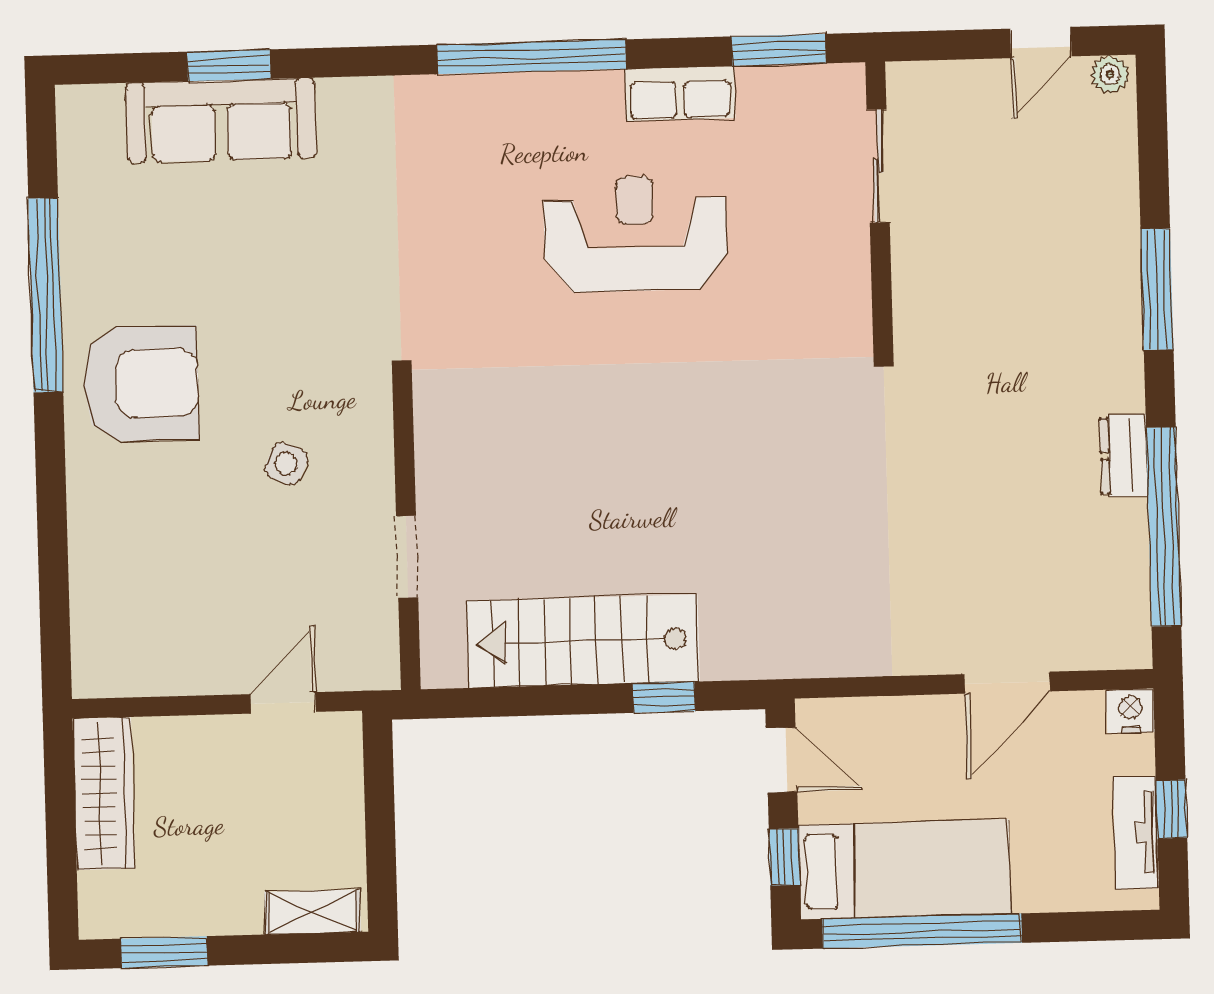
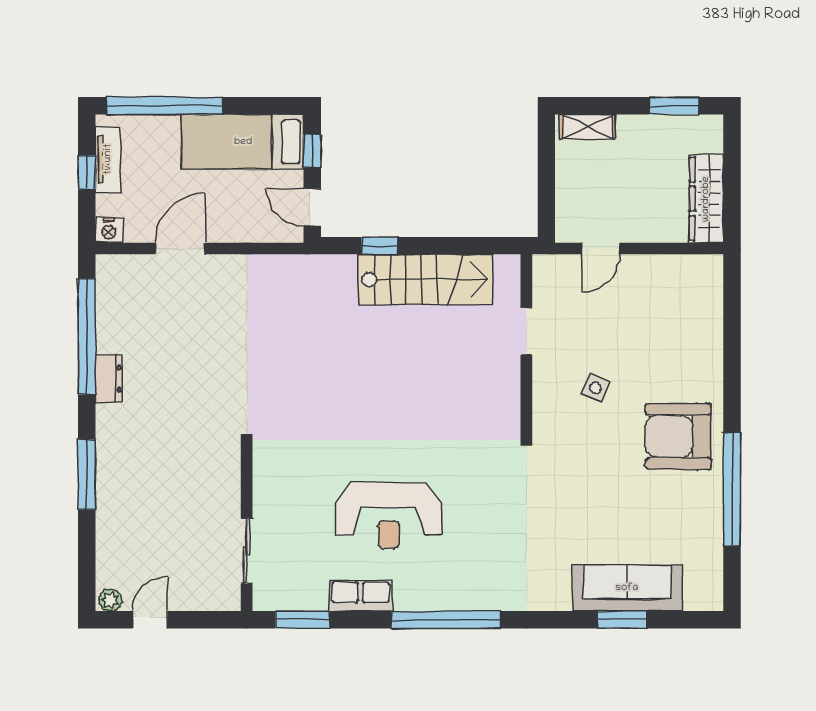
window: (922, 931) -> (165, 106), moved

